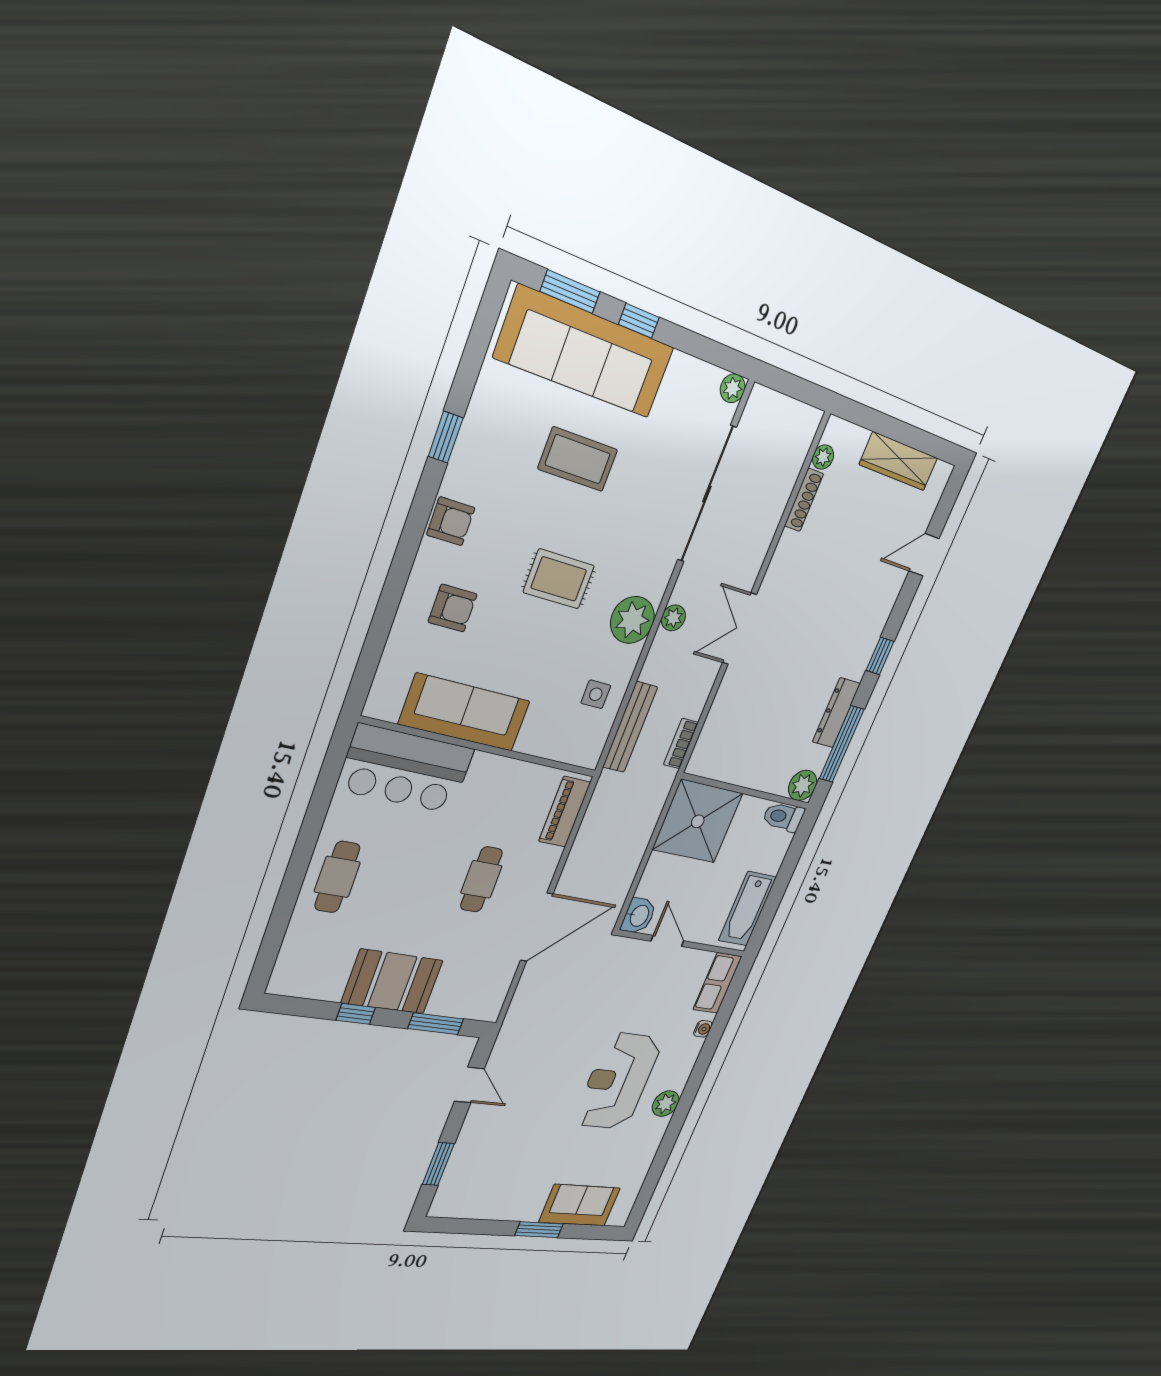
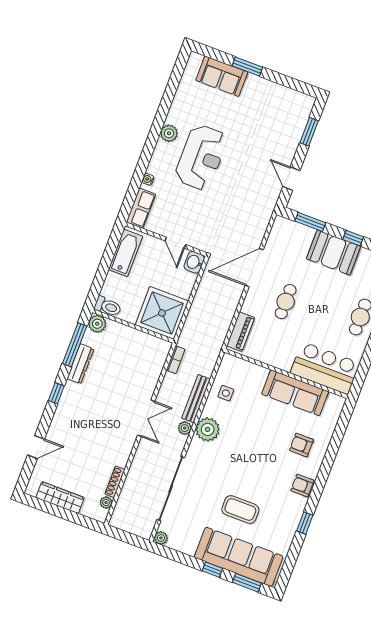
rug: (559, 579) -> (248, 454), removed
bench: (630, 727) -> (196, 399), moved

